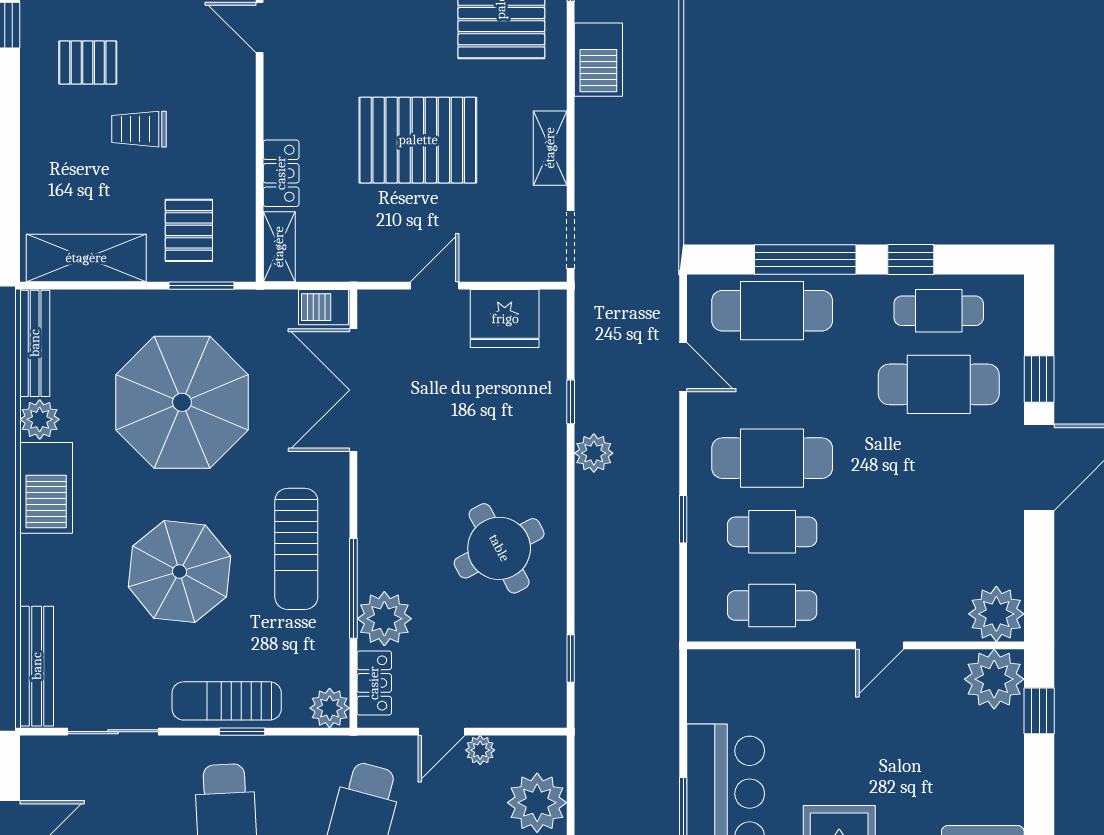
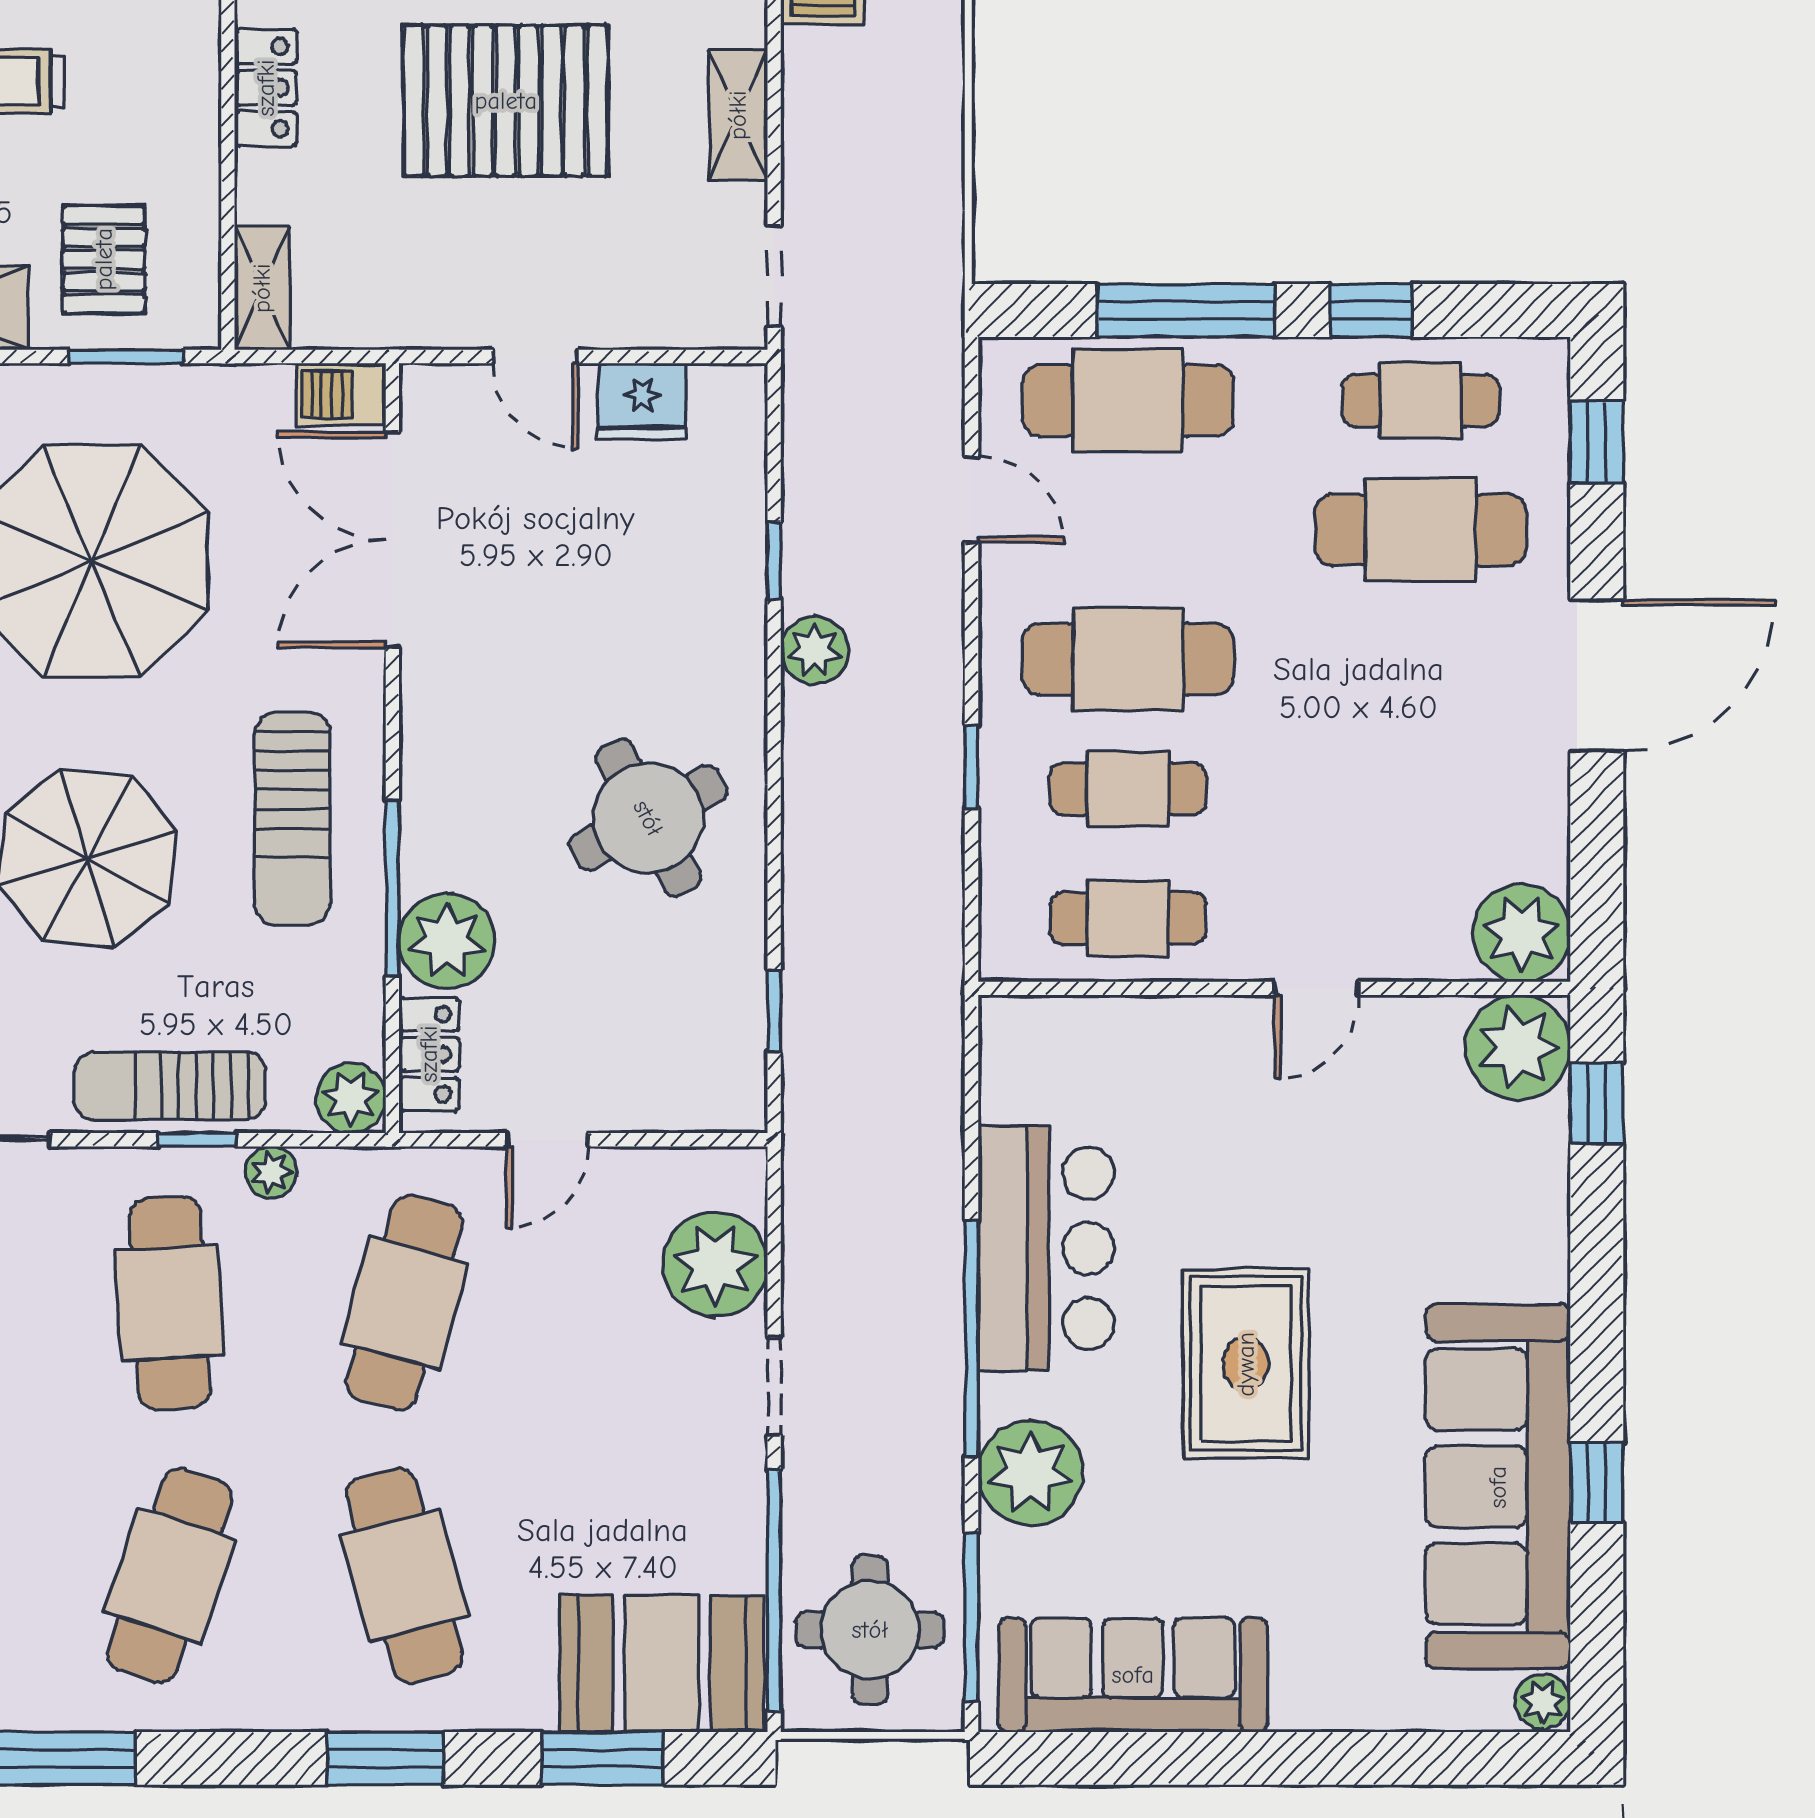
locker: (281, 173) -> (266, 88), moved
door: (435, 286) -> (535, 357), swing flipped
fridge: (505, 319) -> (642, 401), width x0.73, depth x0.75
window: (1039, 379) -> (1597, 442), moved
plant: (480, 750) -> (271, 1172), moved

